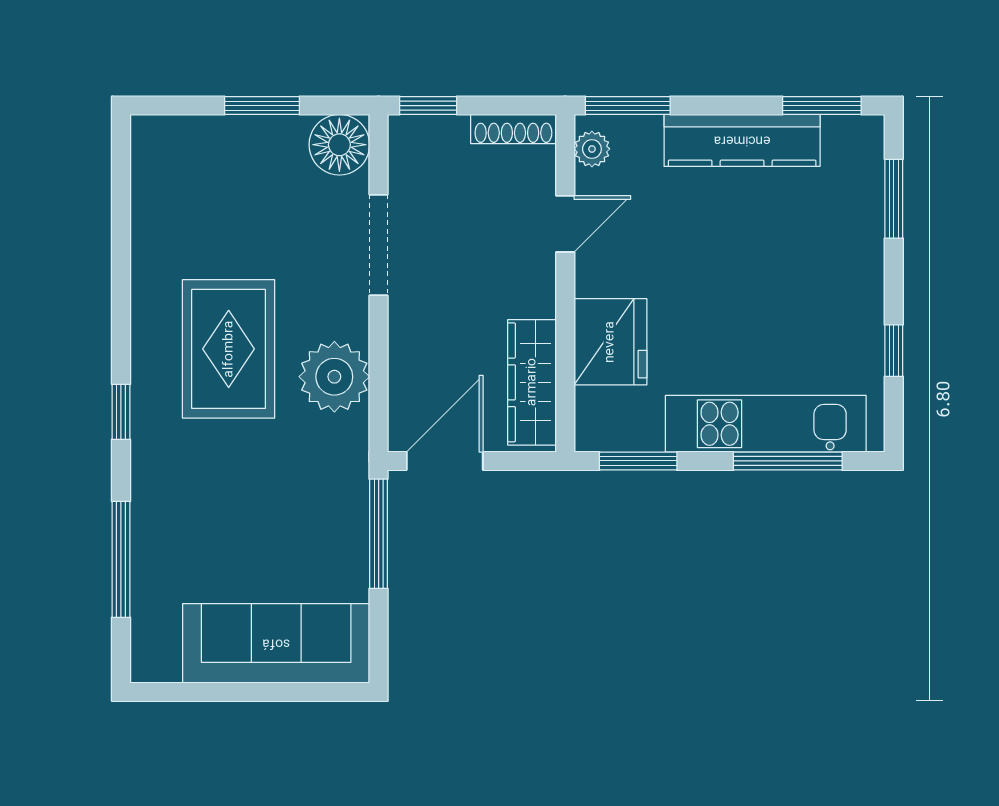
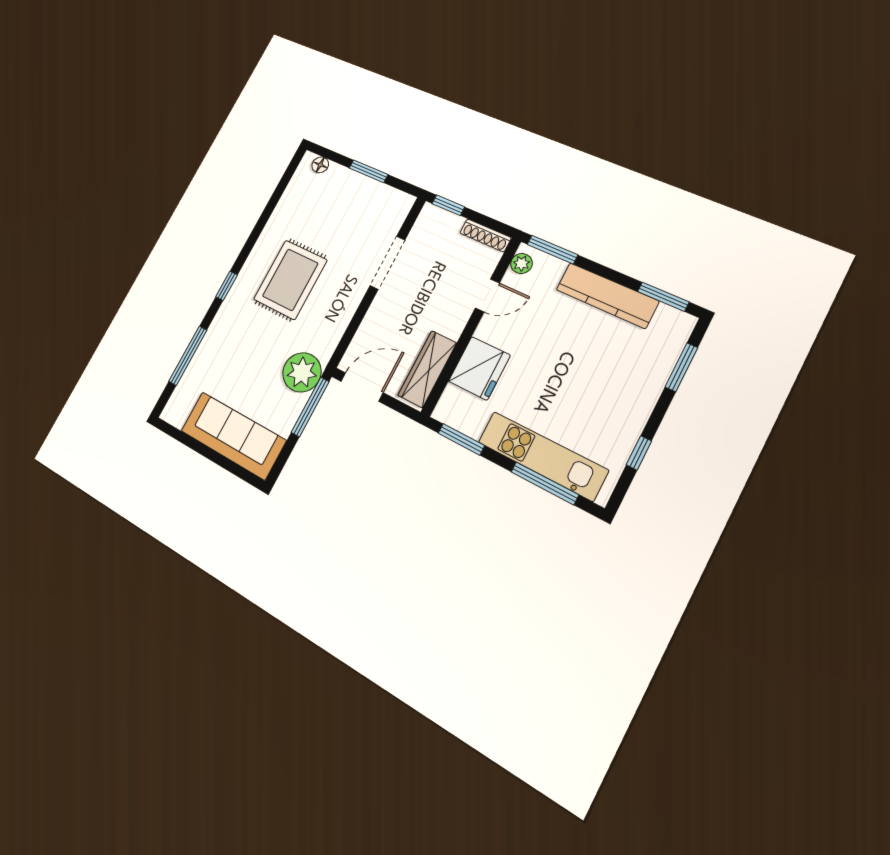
floor lamp: (339, 145) -> (320, 165), moved, width x0.53, depth x0.53
plant: (334, 377) -> (302, 372), moved

